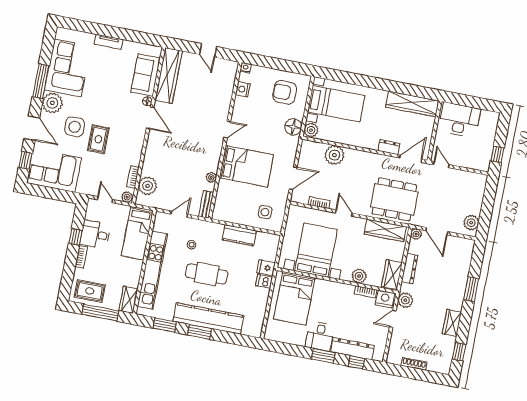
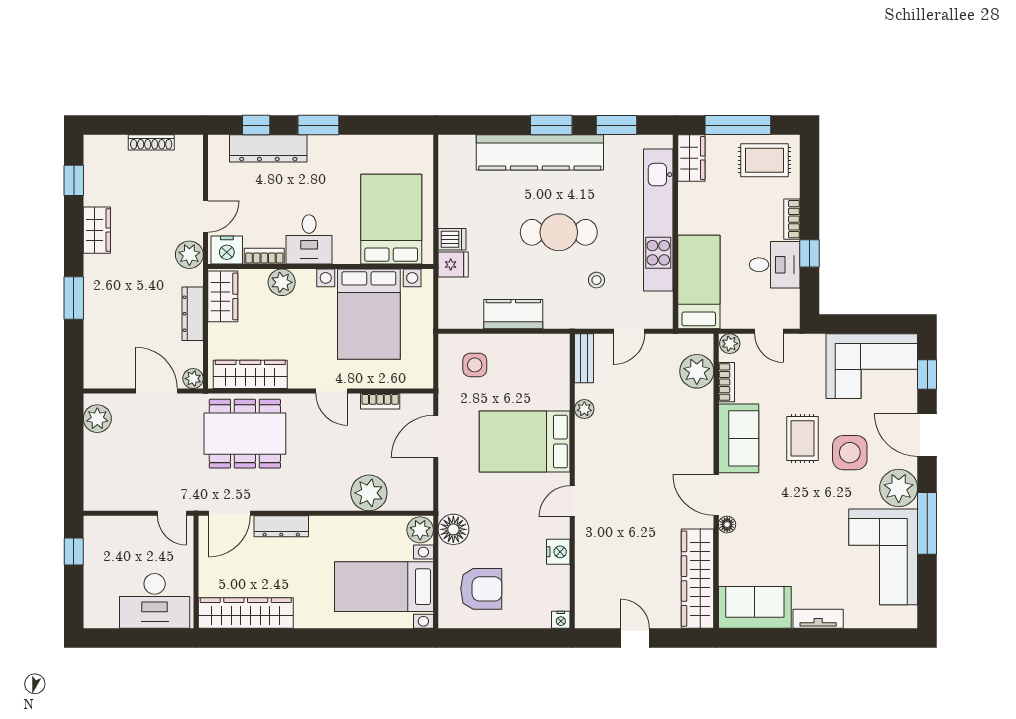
sofa: (146, 75) -> (755, 607), moved, turned -90
nightstand: (243, 89) -> (558, 552), moved
sofa: (132, 146) -> (739, 438), added
dresser: (389, 147) -> (281, 526), width x1.44
desk: (320, 336) -> (309, 239), moved, turned 180

